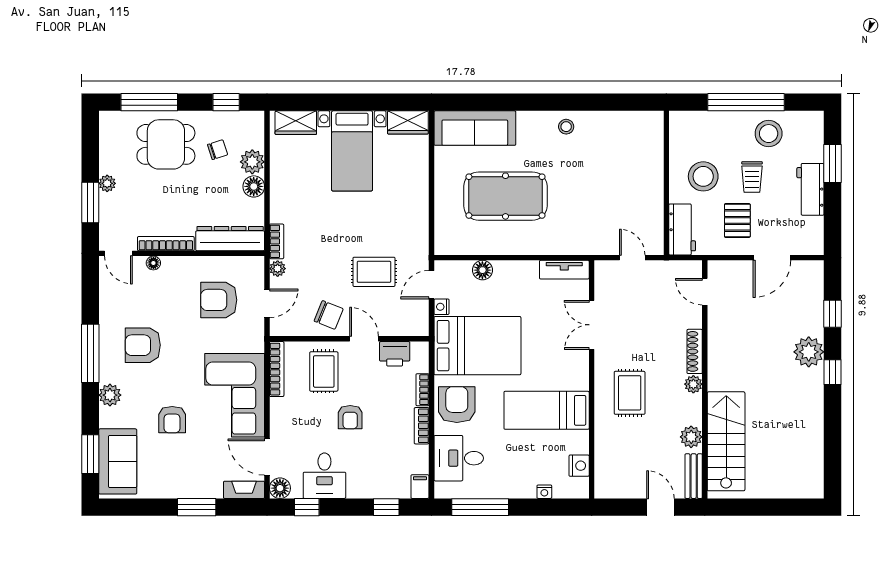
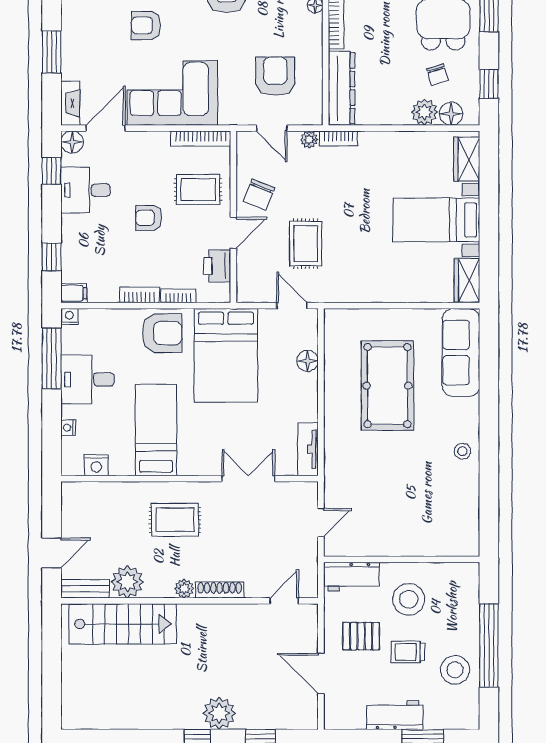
floor lamp: (254, 186) -> (451, 114), moved
nightstand: (441, 307) -> (69, 317), moved
plant: (691, 437) -> (127, 582), width x1.36, depth x1.36
desk: (459, 458) -> (87, 379), moved, turned -90

